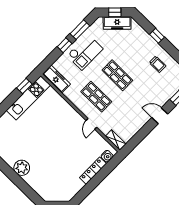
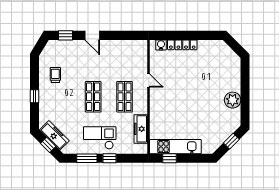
freezer: (56, 79) -> (141, 129), moved
door: (91, 124) -> (149, 80), hinge flipped
shelving: (116, 140) -> (143, 50), removed

